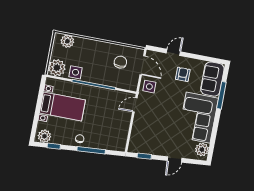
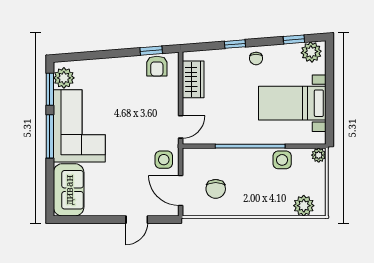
plant: (57, 68) -> (319, 155), width x0.53, depth x0.53
armchair: (183, 74) -> (157, 66), moved
window: (221, 95) -> (50, 136), moved
wardrobe: (121, 133) -> (193, 79), added
window: (212, 144) -> (50, 89), added
window: (91, 150) -> (235, 44), width x0.46
door: (175, 159) -> (103, 54), removed

